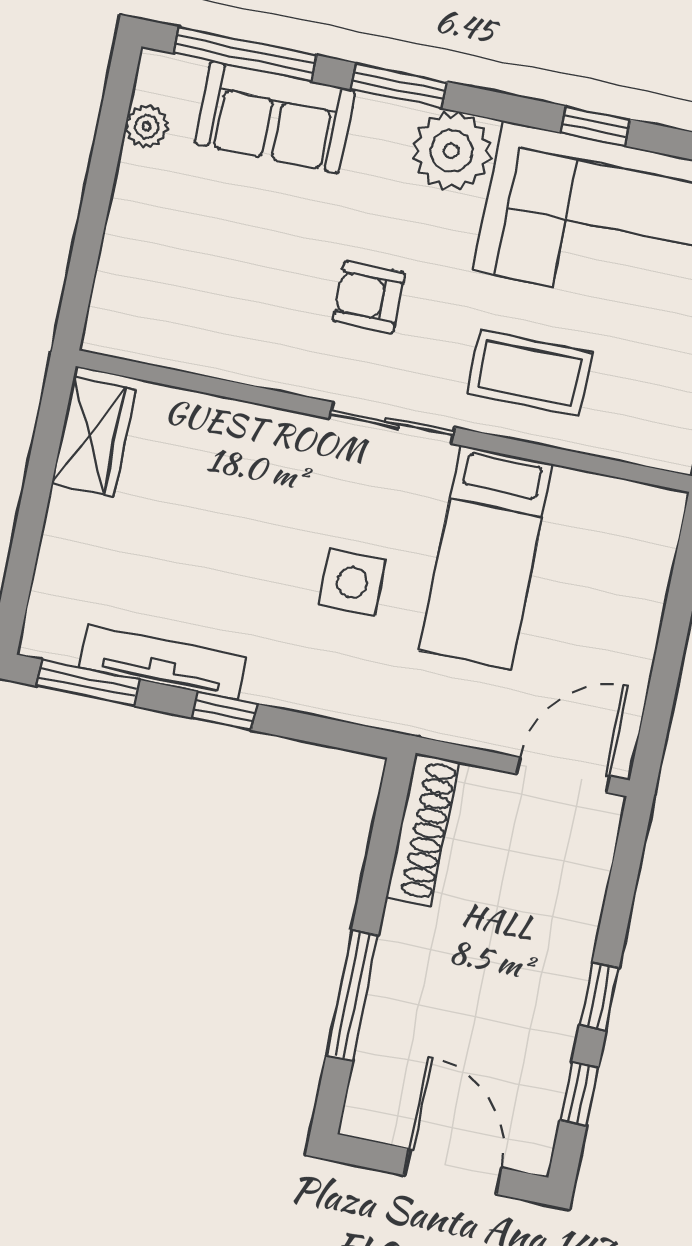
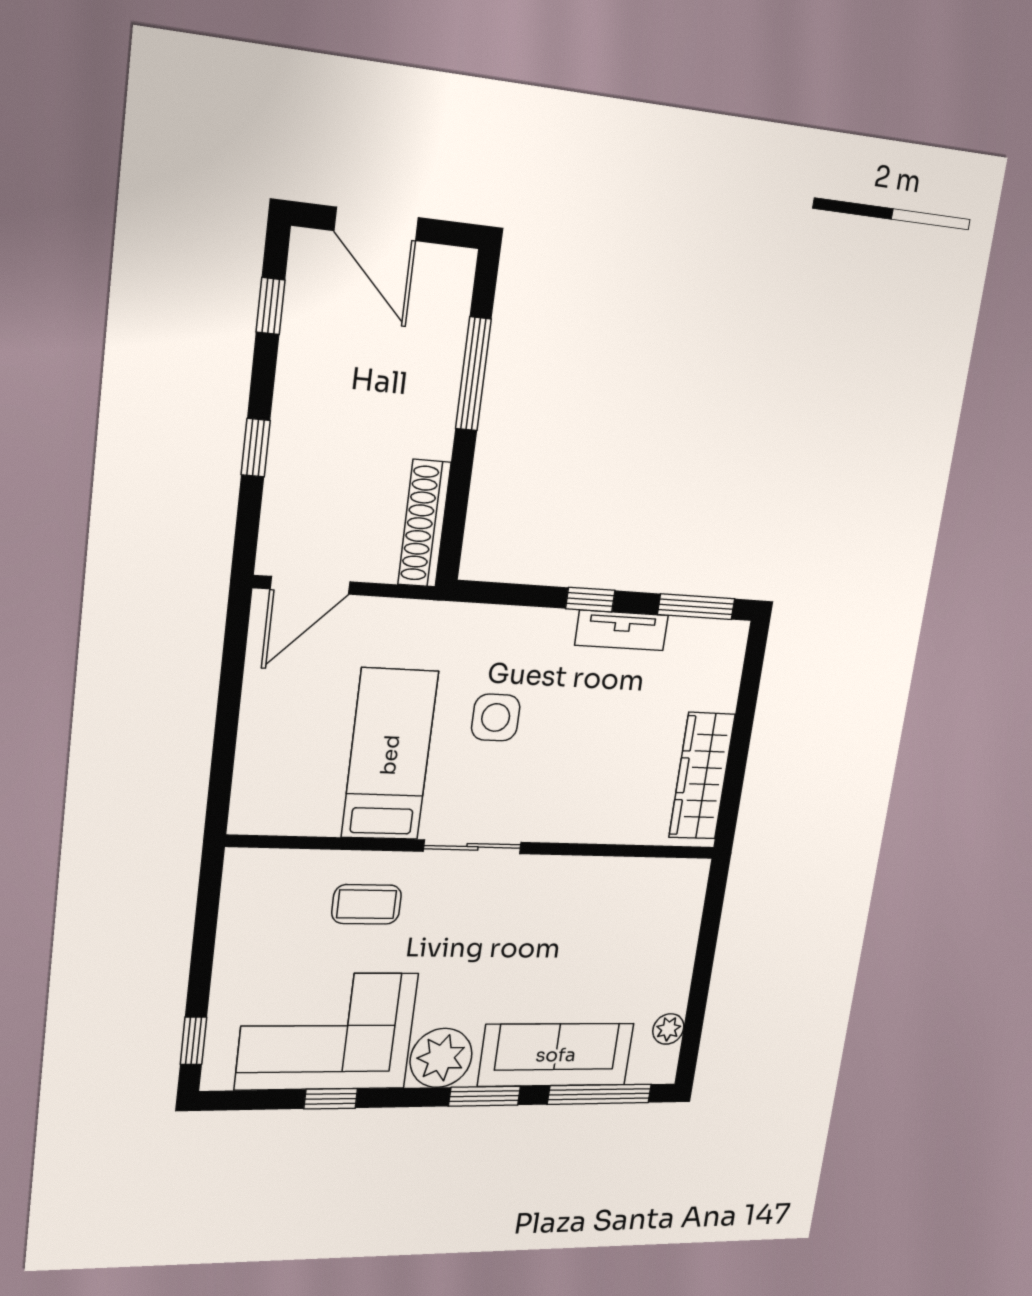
sofa: (275, 117) -> (556, 1055), width x1.36
armchair: (369, 297) -> (497, 938), removed
coffee table: (529, 373) -> (367, 904), width x0.73, depth x0.77
wardrobe: (94, 437) -> (702, 776), width x1.50
tv unit: (163, 662) -> (622, 630), width x0.71
window: (599, 996) -> (256, 448), moved

